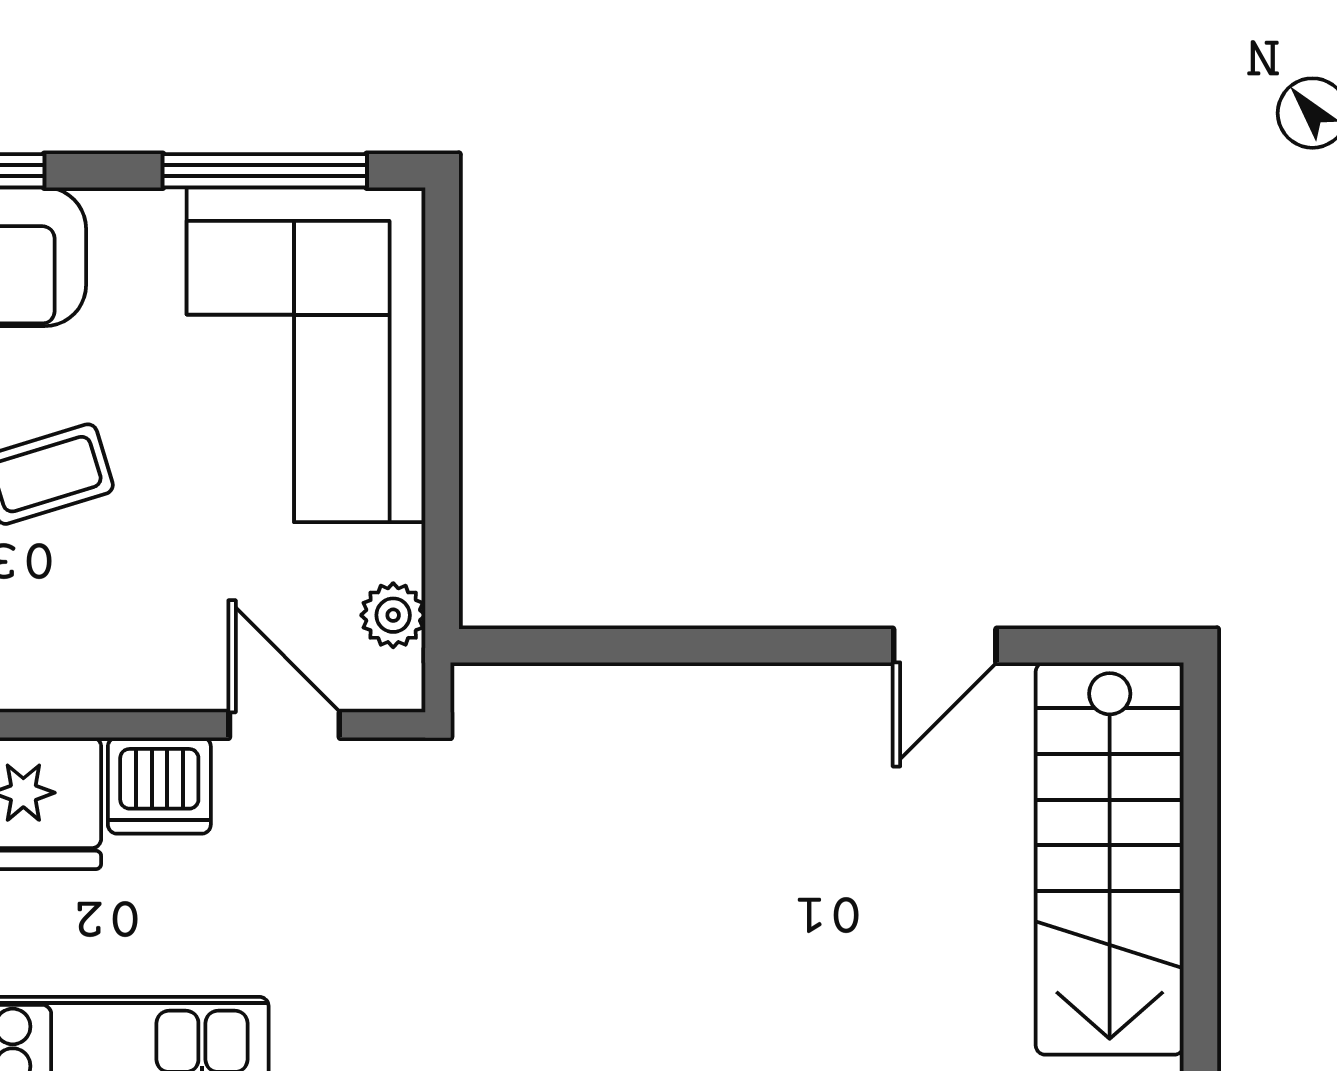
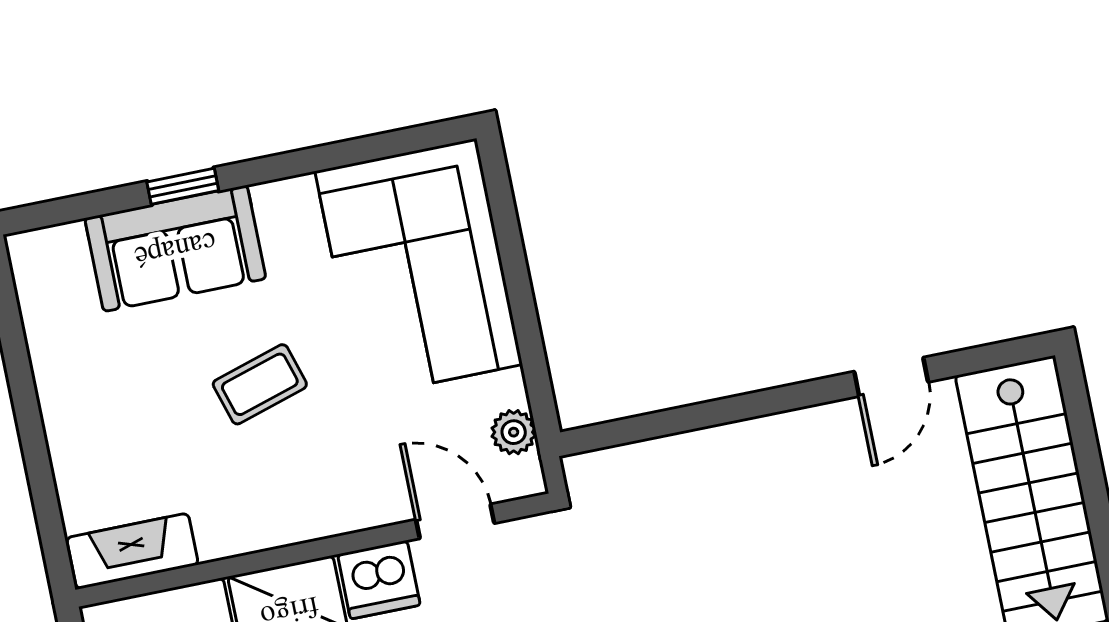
window: (265, 171) -> (366, 149), removed

